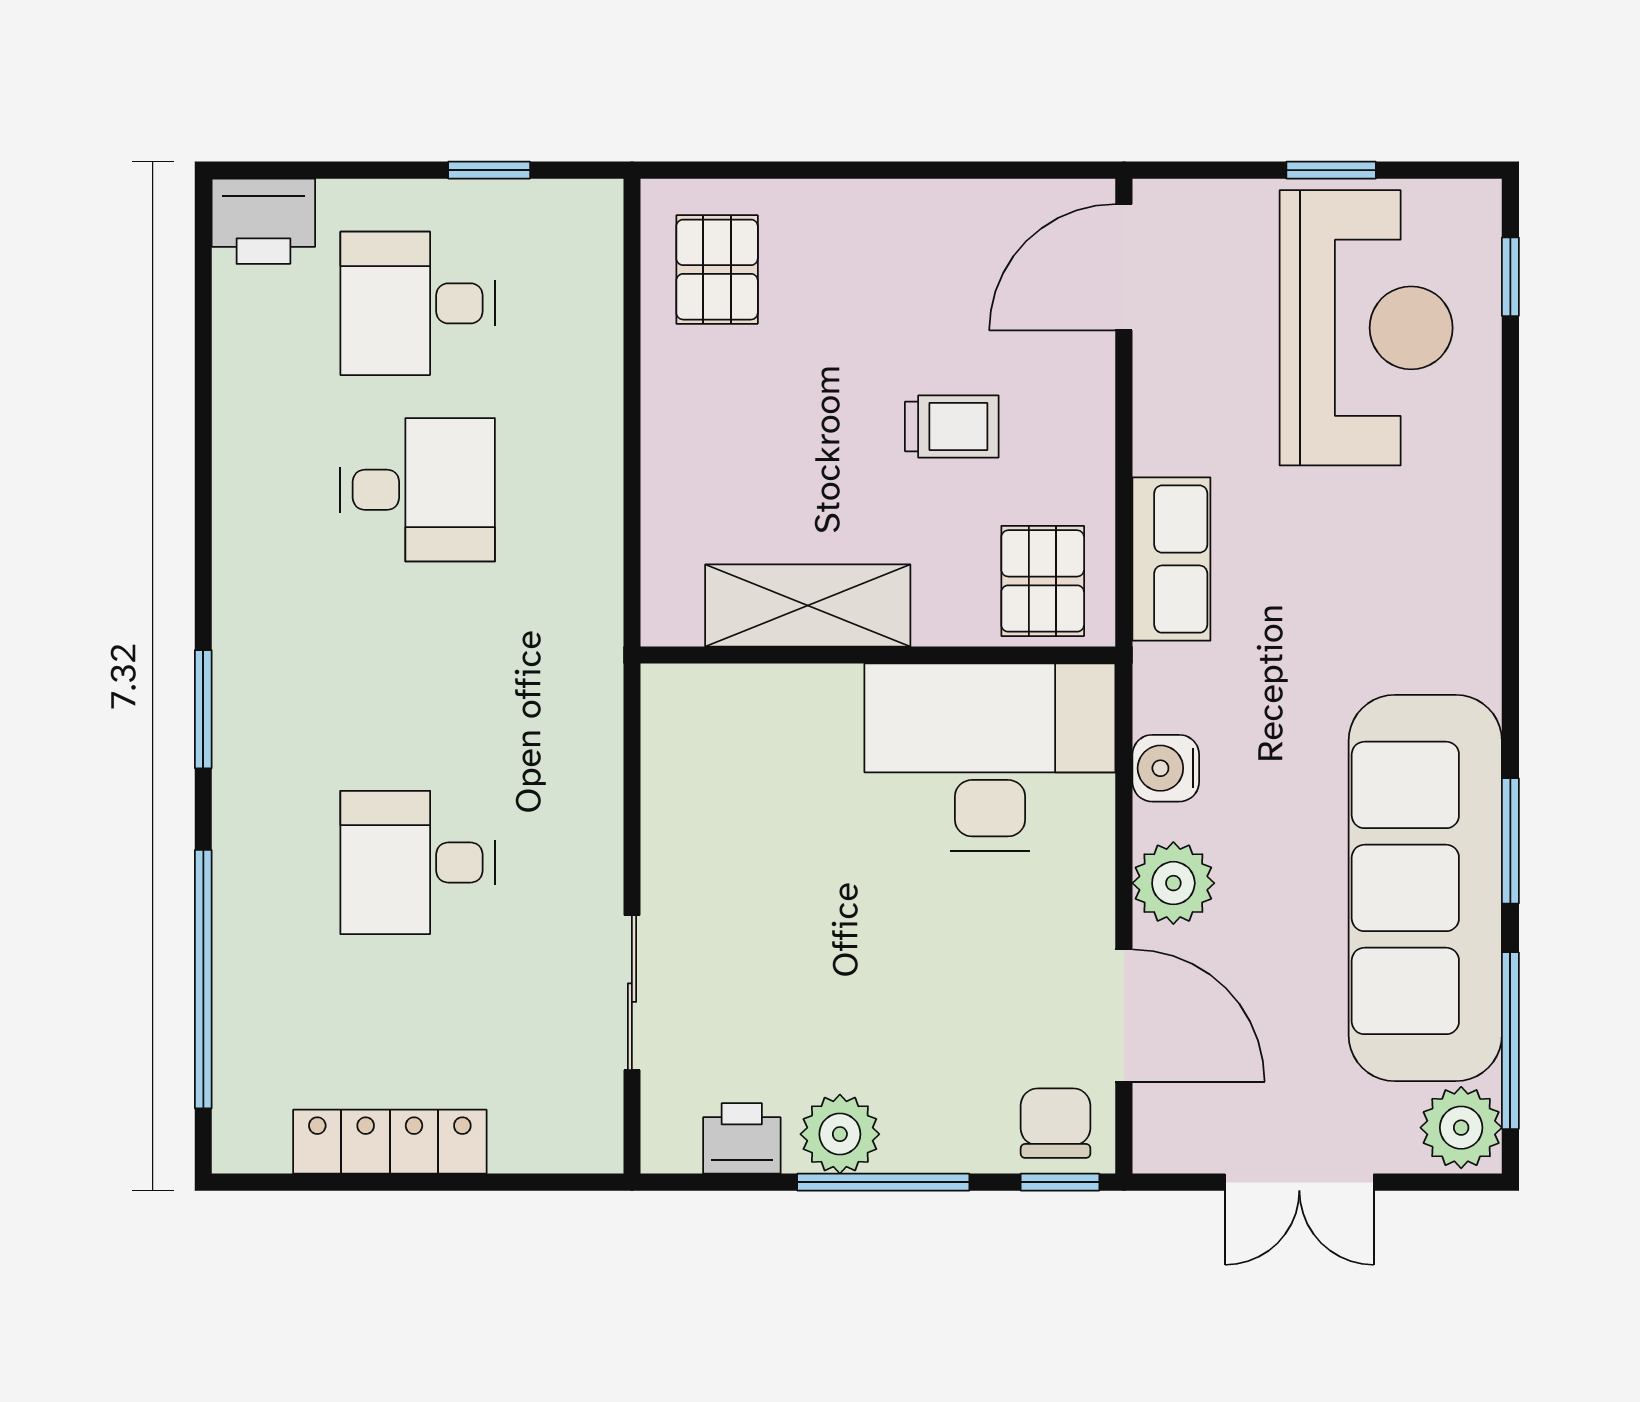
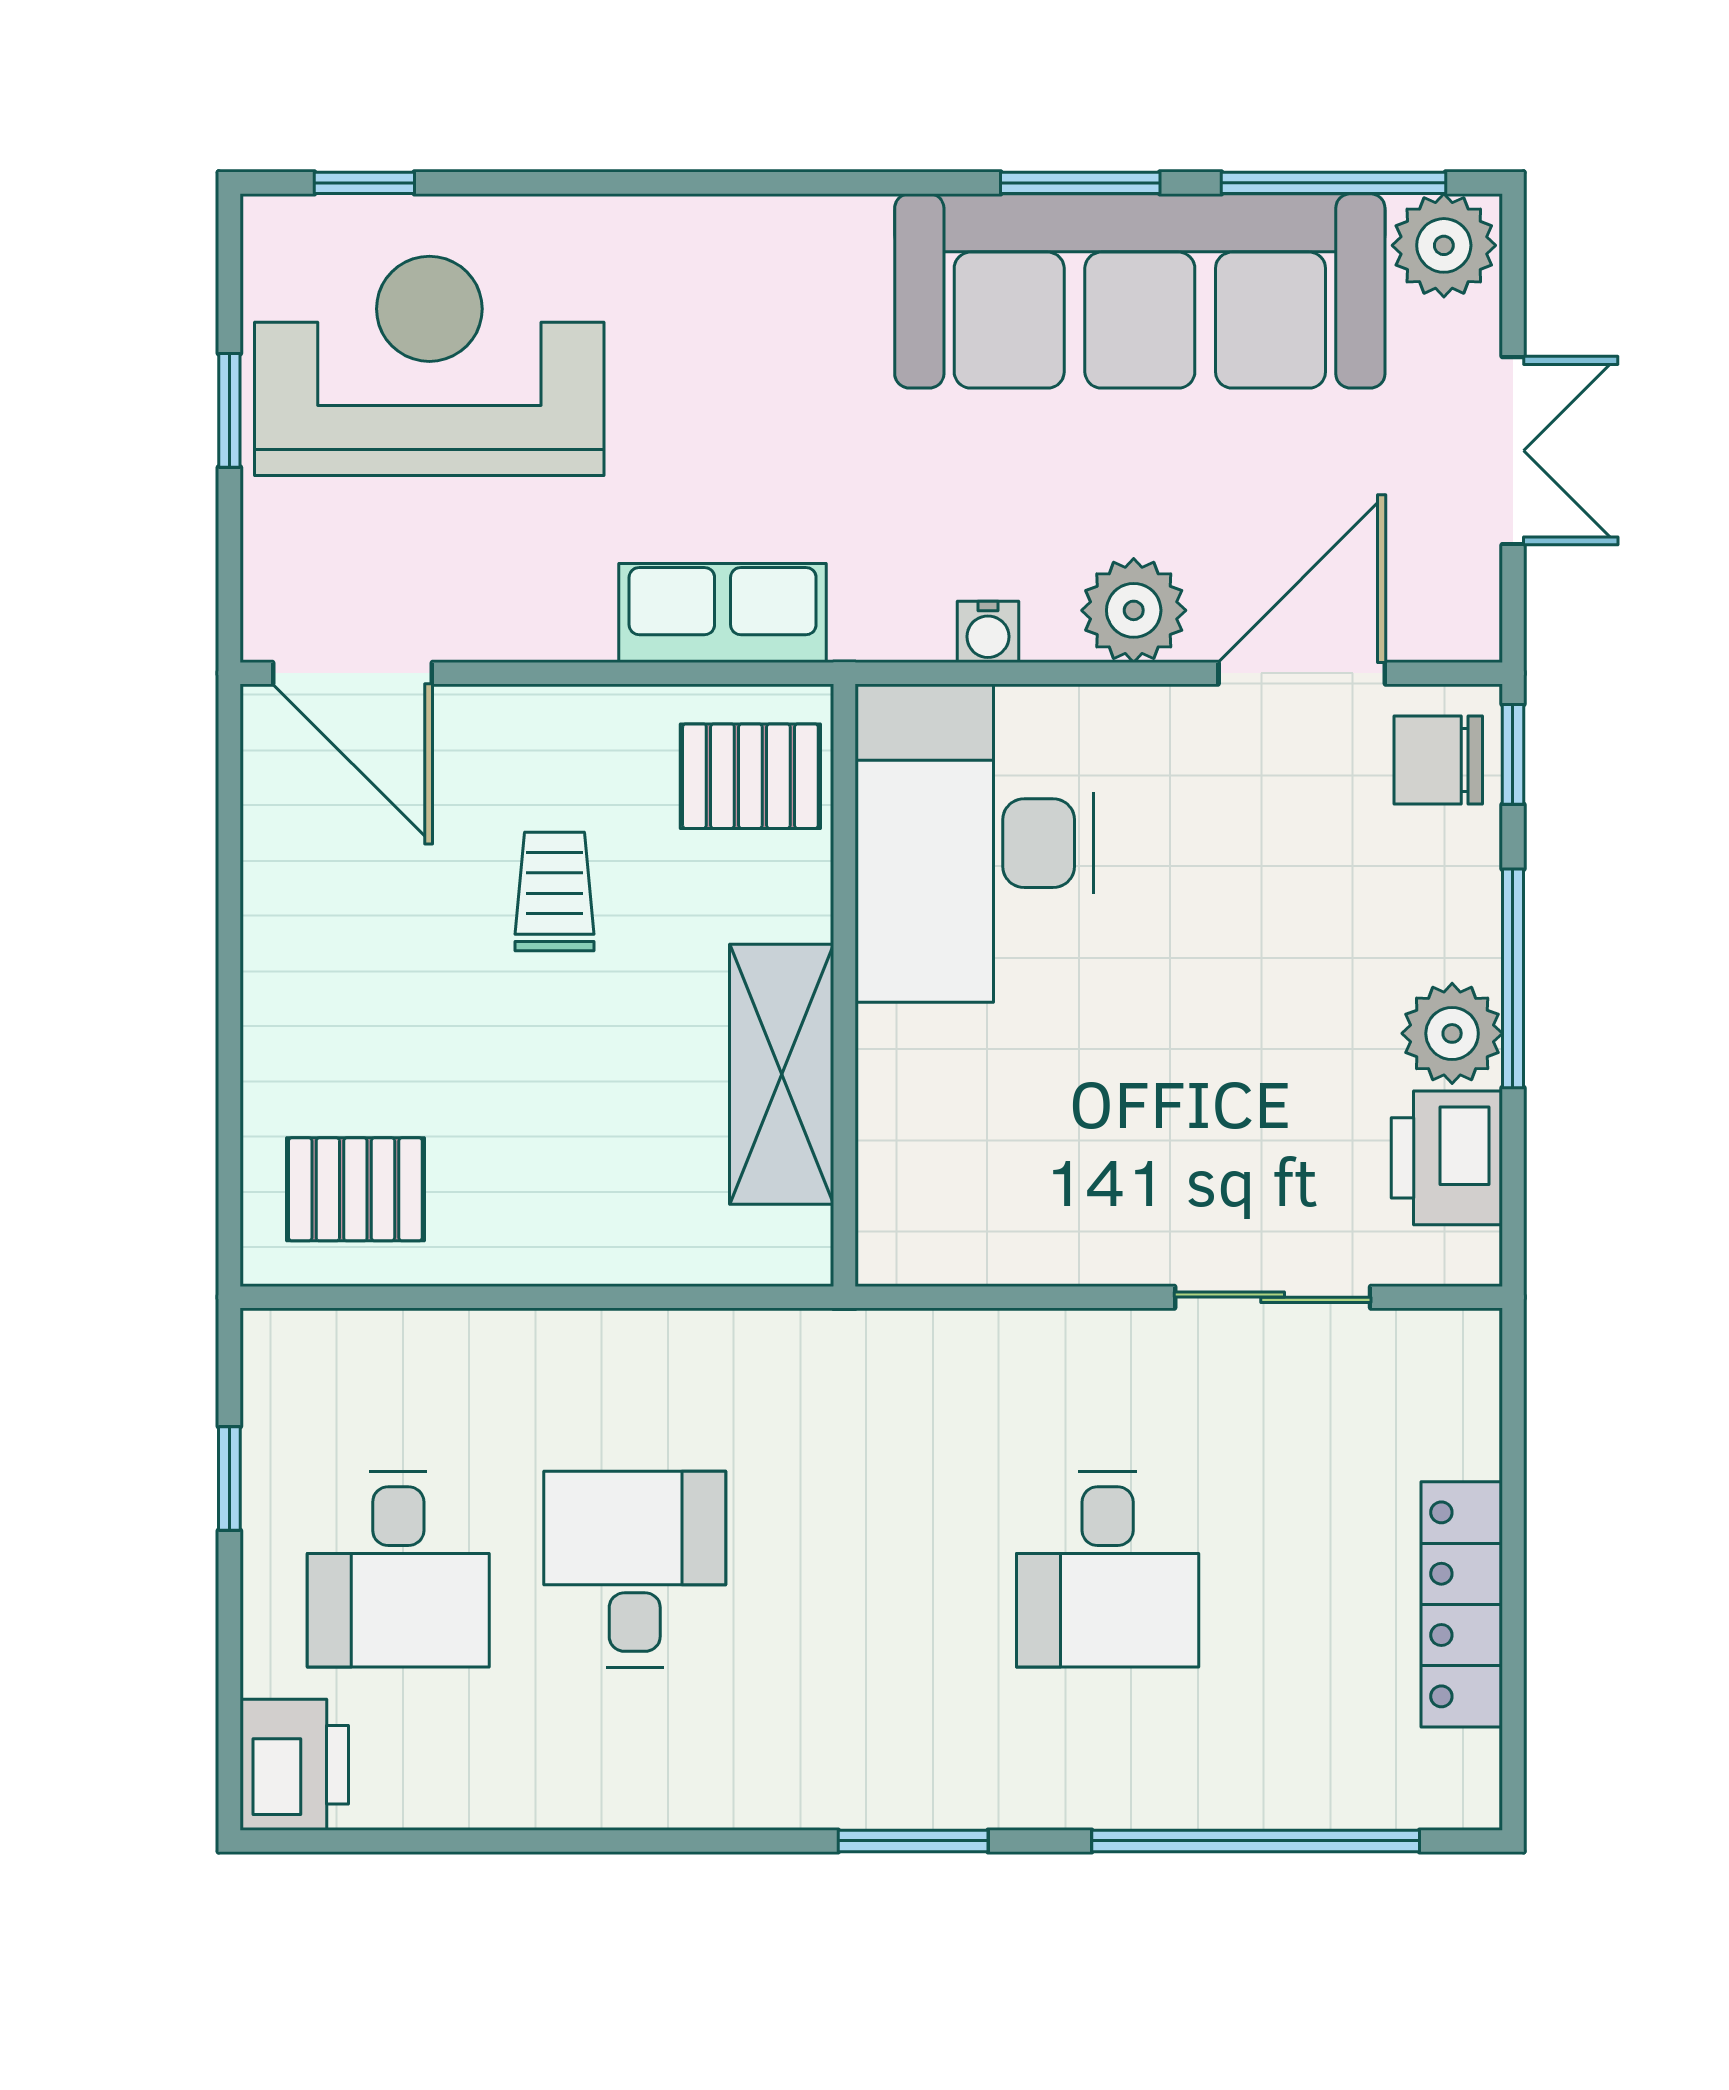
water cooler: (1166, 768) -> (988, 632), width x0.72, depth x0.72
printer: (742, 1138) -> (1447, 1158), width x1.36, depth x1.24

